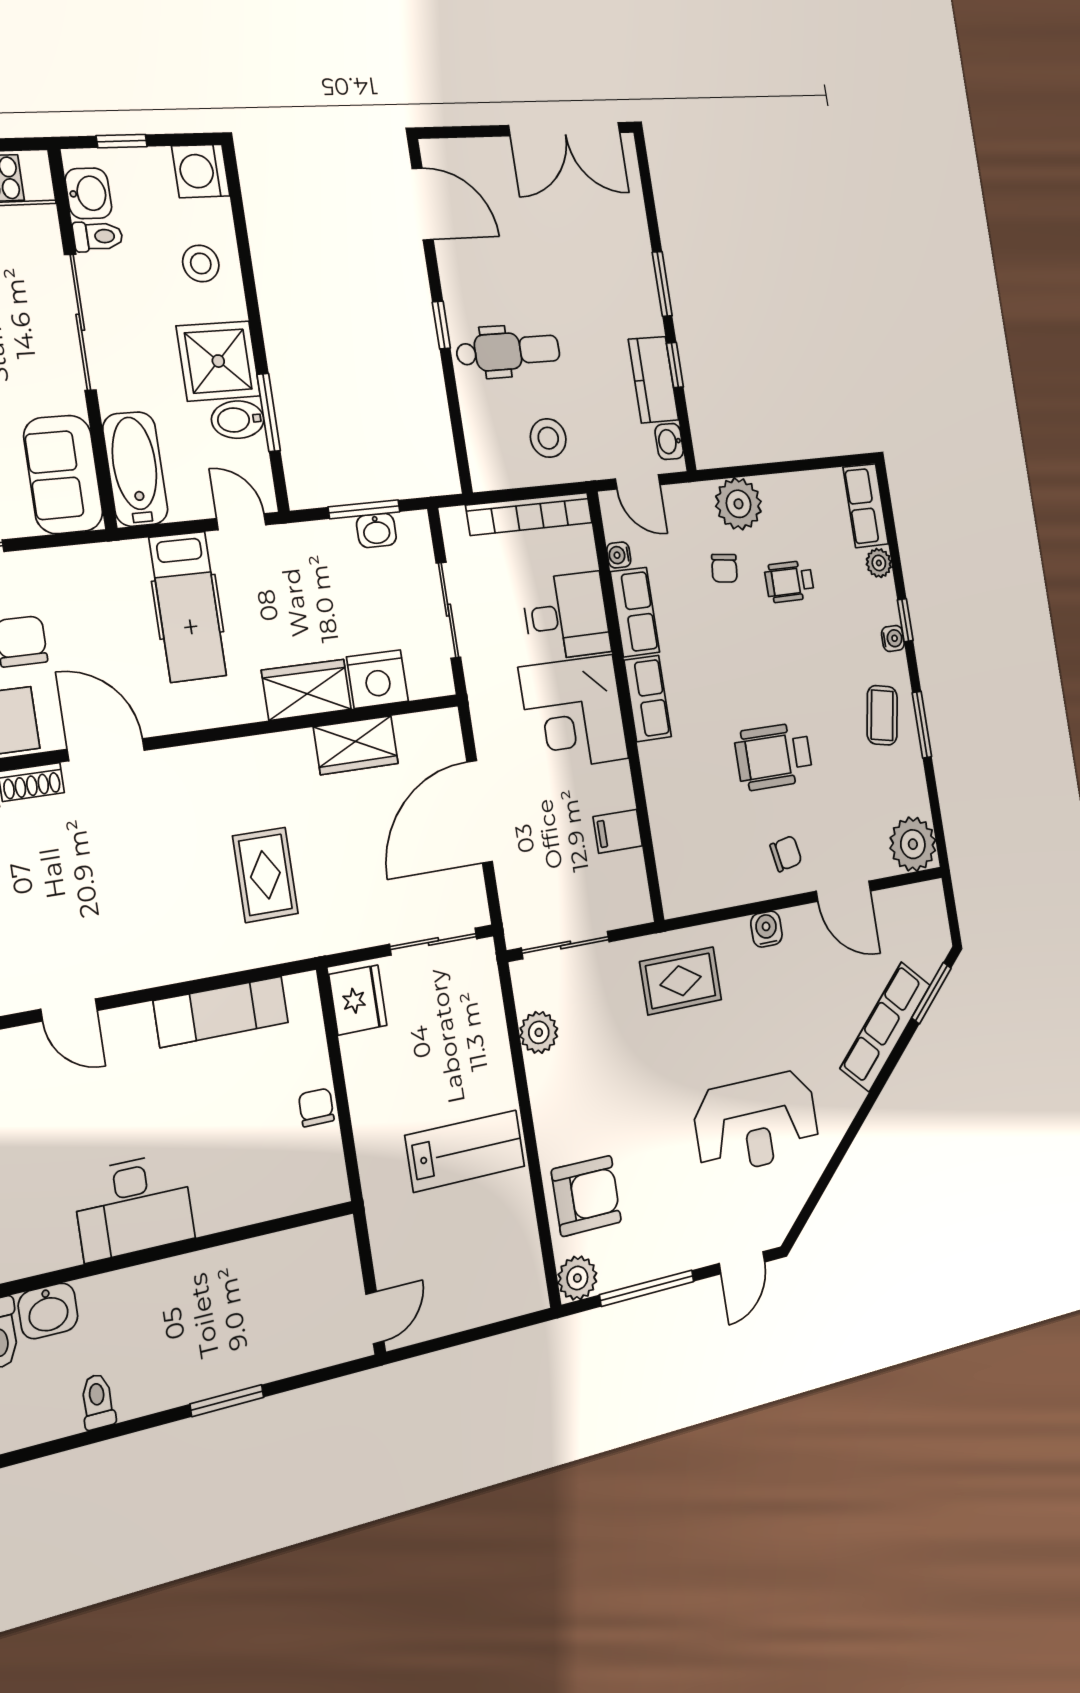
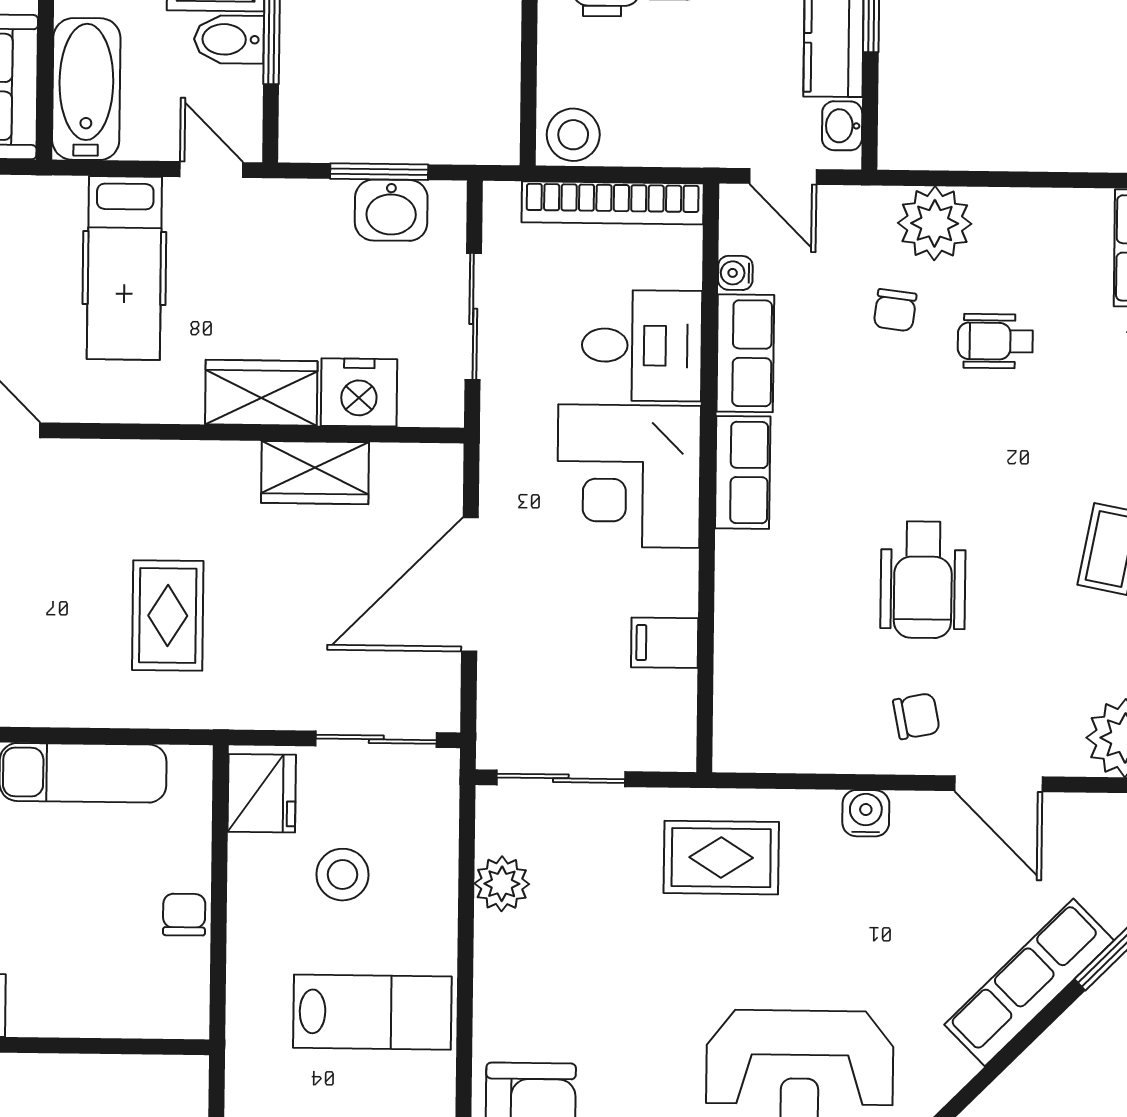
stool: (548, 438) -> (573, 135), moved
washbasin: (376, 530) -> (391, 210), width x1.38, depth x1.45
wheelchair: (774, 756) -> (923, 580), turned -90
stool: (427, 1050) -> (343, 875), added

